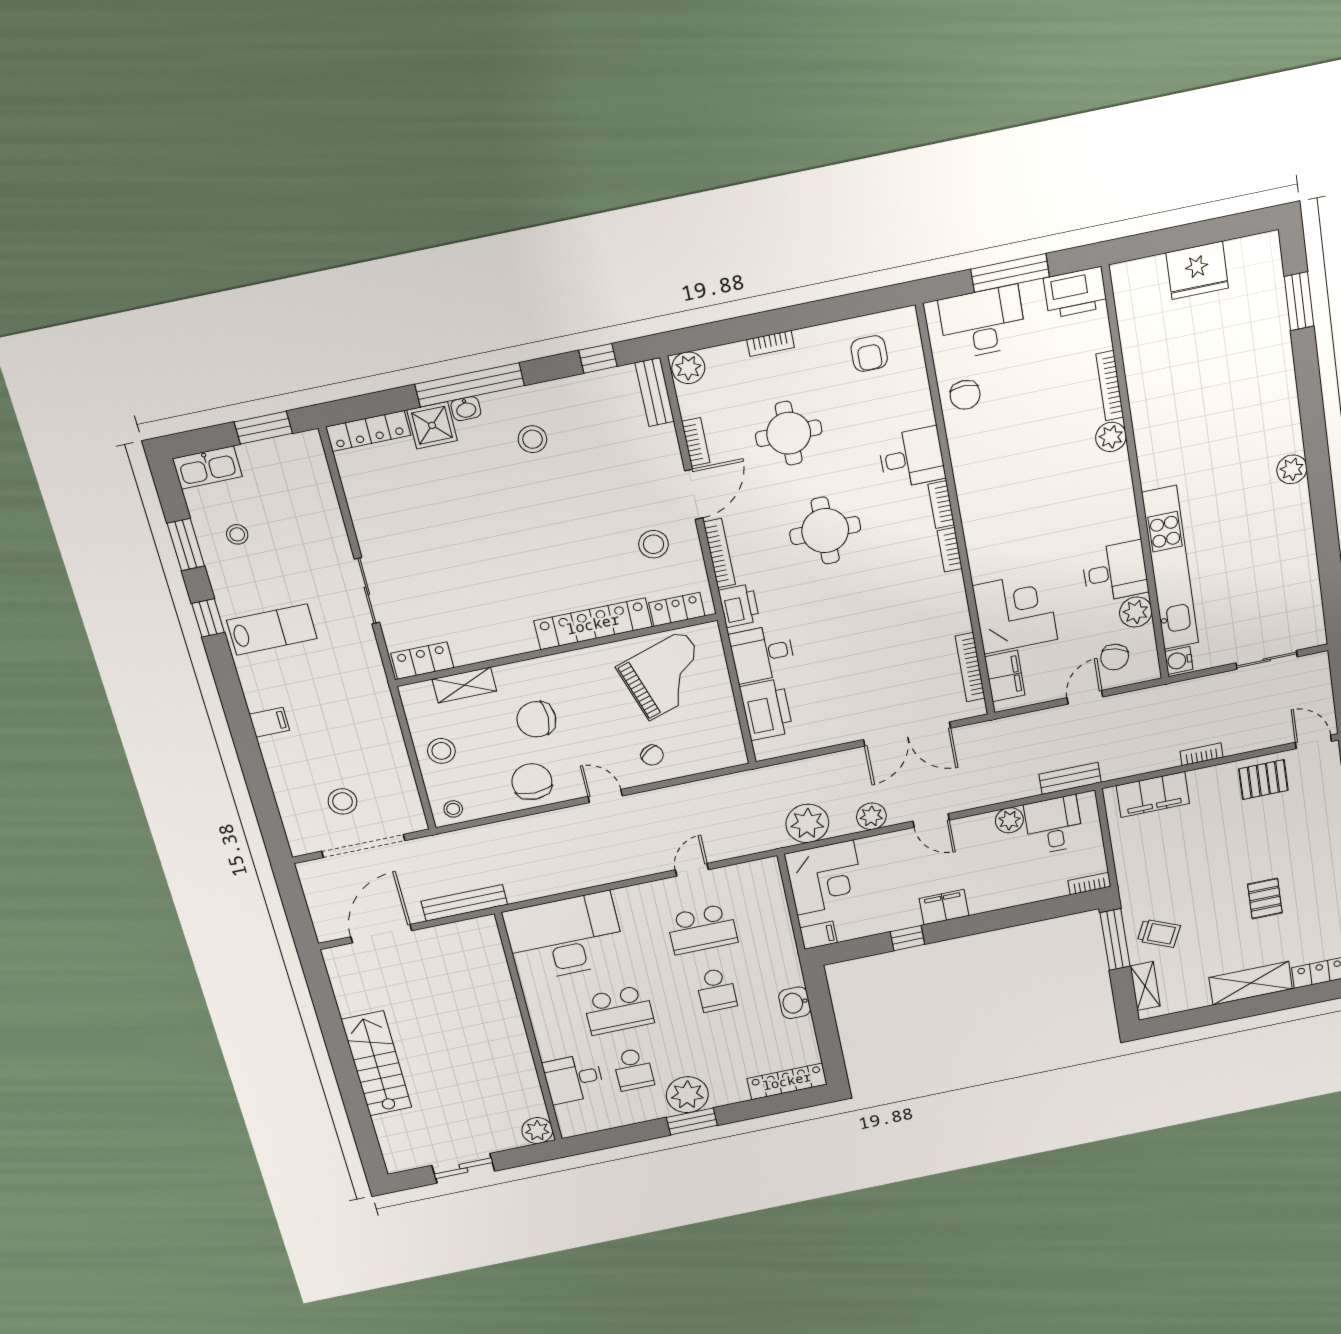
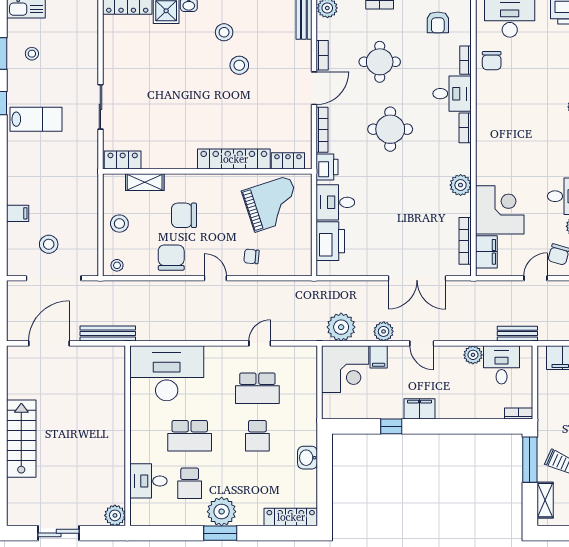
stool: (654, 544) -> (239, 65), moved
bookcase: (950, 550) -> (465, 60), moved
plant: (949, 589) -> (461, 185), added
filing cabinet: (269, 722) -> (18, 213), moved
chair: (652, 755) -> (251, 256), turned 129
filing cabinet: (819, 935) -> (379, 357), moved, turned 90

